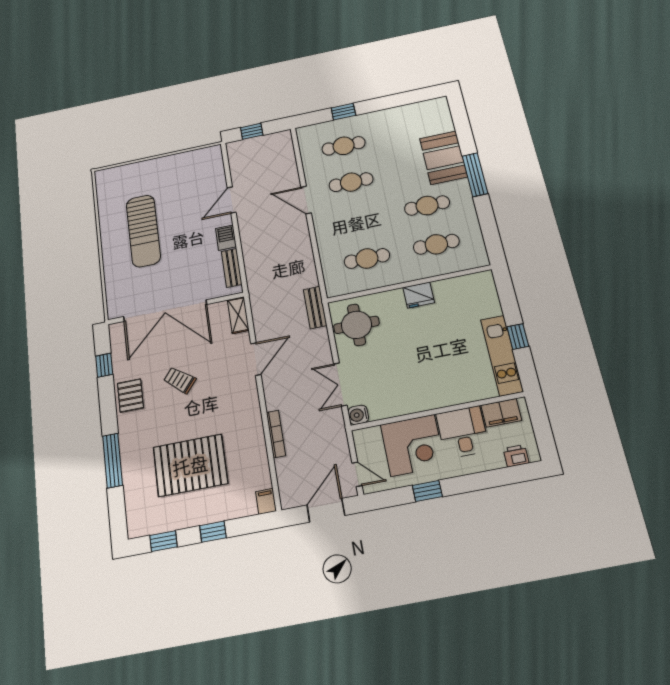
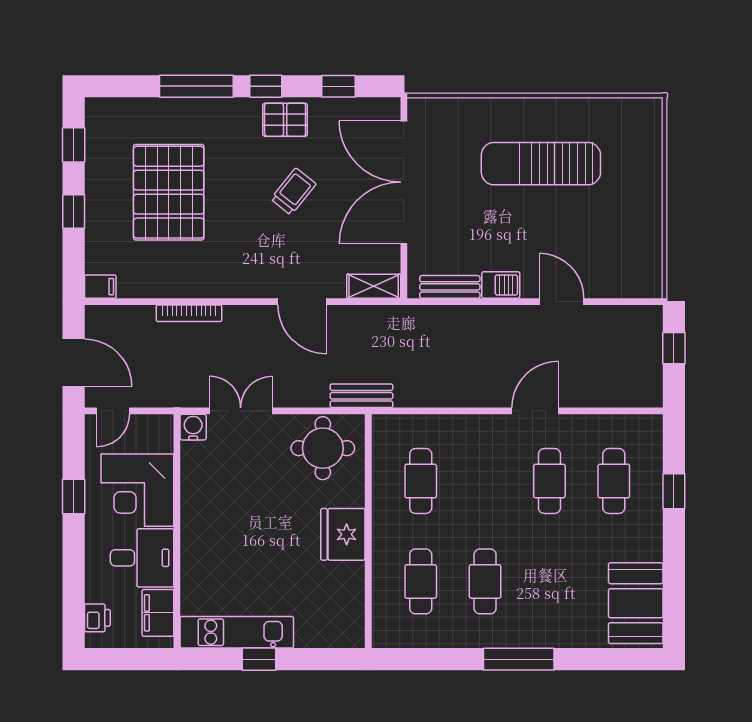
booth: (443, 158) -> (636, 603), moved, turned 90
fridge: (419, 295) -> (343, 534), width x1.36, depth x1.34
window: (108, 413) -> (266, 86), added

